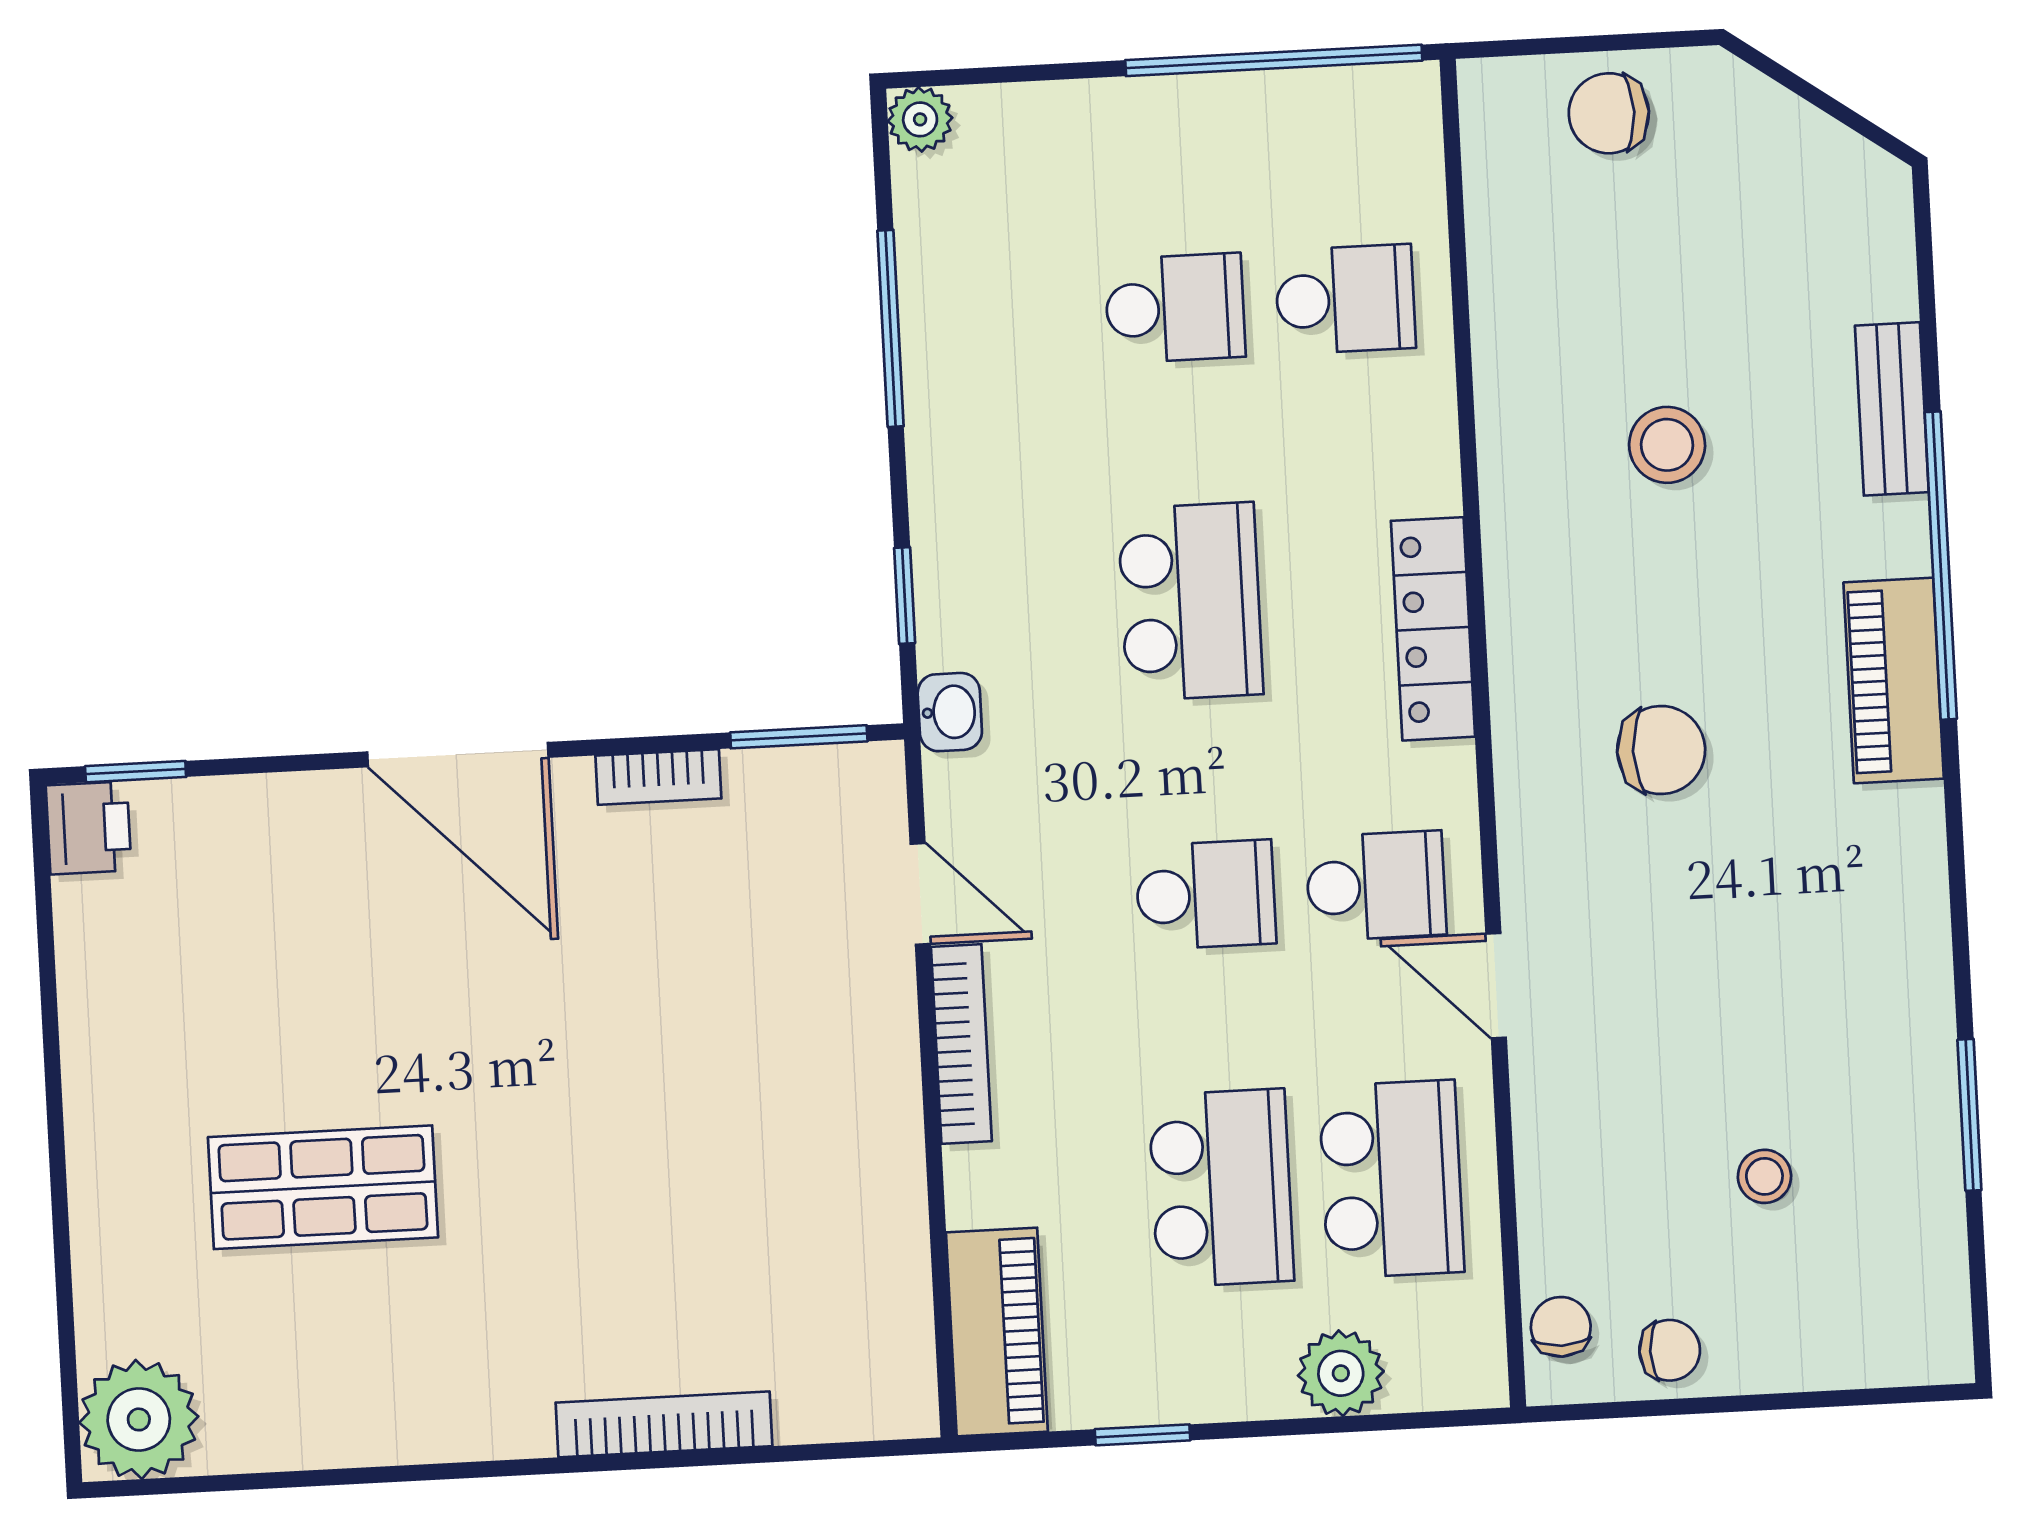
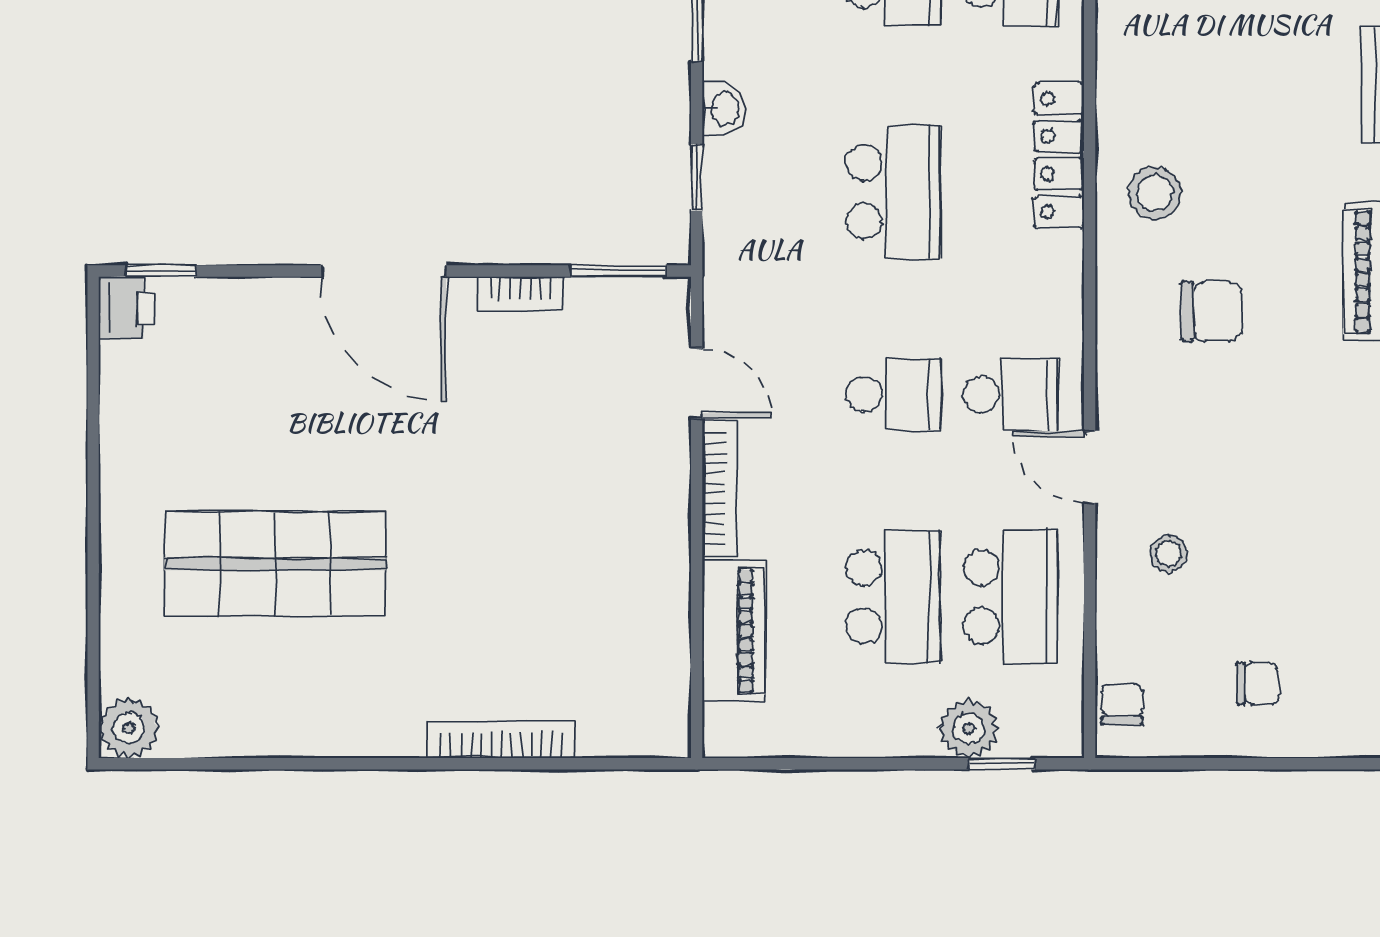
stool: (1667, 445) -> (1155, 193), moved
locker: (1433, 629) -> (1059, 155), moved
washbasin: (950, 712) -> (724, 109), moved
stool: (1764, 1176) -> (1168, 554), moved
shop shelf: (323, 1187) -> (275, 564), width x1.43, depth x1.36
piano: (997, 1332) -> (734, 631), moved
chair: (1670, 1350) -> (1257, 683), moved
plant: (139, 1419) -> (129, 728), width x0.73, depth x0.73
window: (1142, 1435) -> (1002, 764), moved

